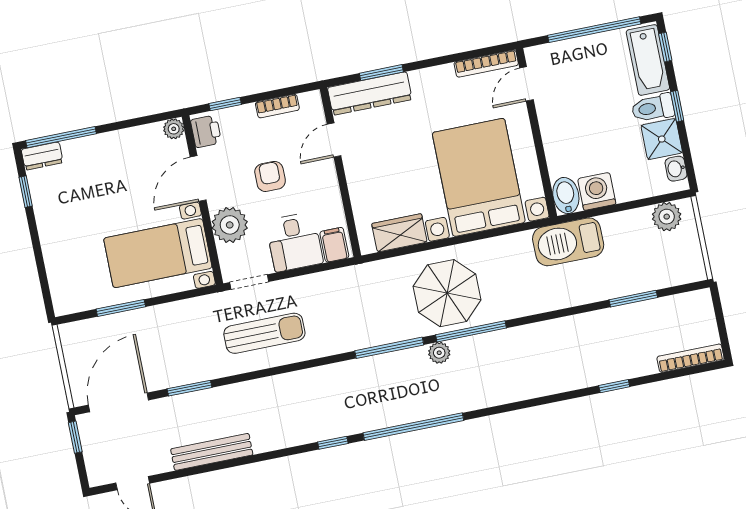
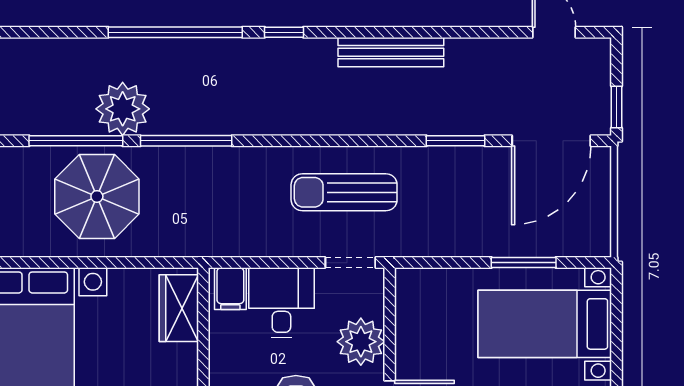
wardrobe: (399, 233) -> (179, 308), moved, turned 90
bed with nightstands: (158, 253) -> (545, 324), moved, turned 180
plant: (439, 353) -> (123, 109), width x1.88, depth x1.88
bench: (212, 452) -> (391, 52), moved

